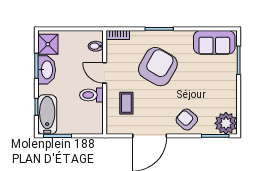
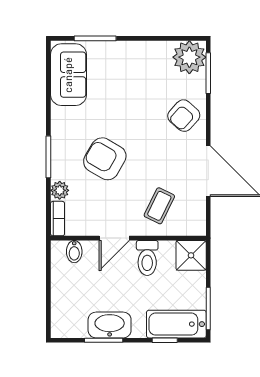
plant: (137, 36) -> (60, 190), added
shower: (48, 44) -> (191, 255), moved
armchair: (158, 67) -> (105, 159), width x0.73, depth x0.73
coffee table: (126, 103) -> (159, 206), turned -64

